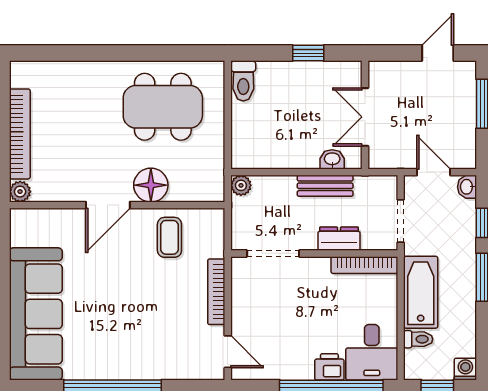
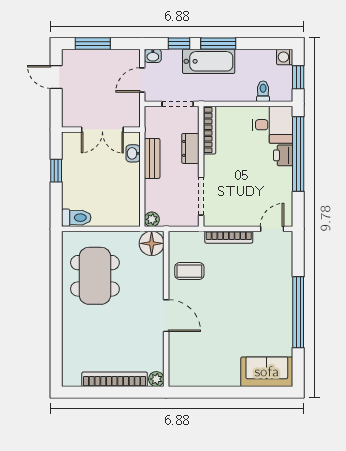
floor lamp: (151, 185) -> (152, 243), moved
bathtub: (421, 292) -> (209, 61), moved, turned 180
sofa: (36, 314) -> (267, 372), width x0.54, depth x0.79

